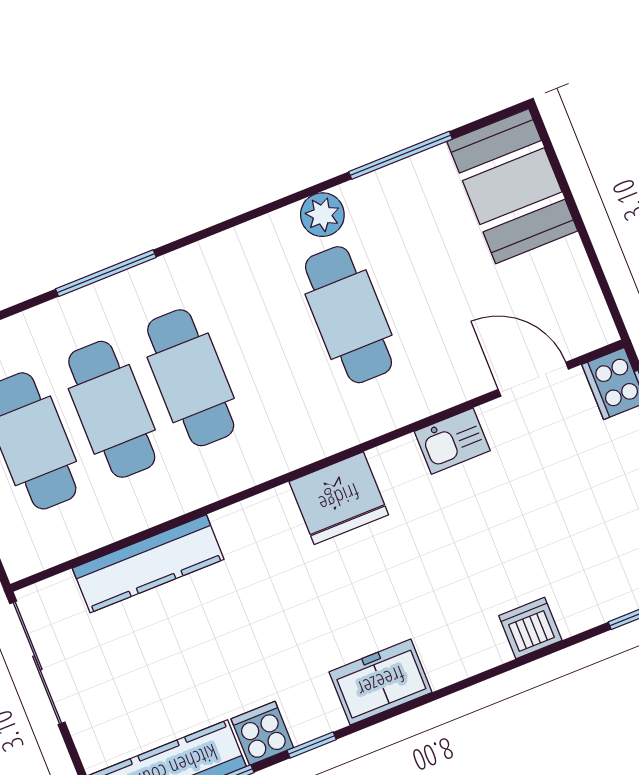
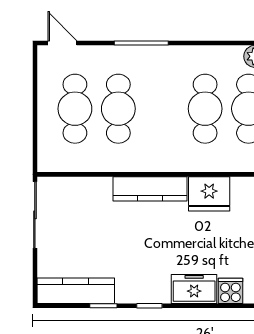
cafe table: (191, 378) -> (205, 109), moved
kitchen counter: (148, 564) -> (150, 189), moved
cooker: (262, 733) -> (230, 291), moved

